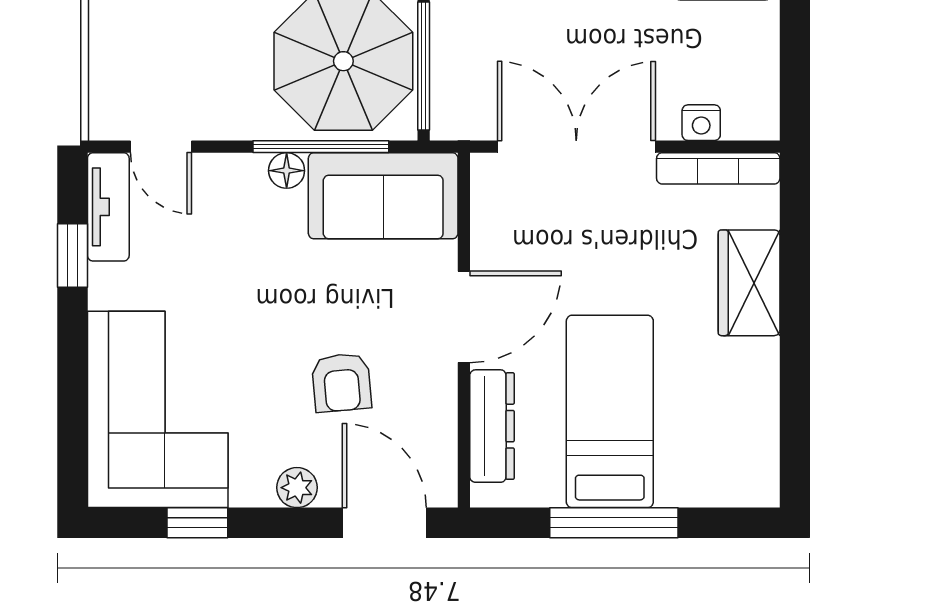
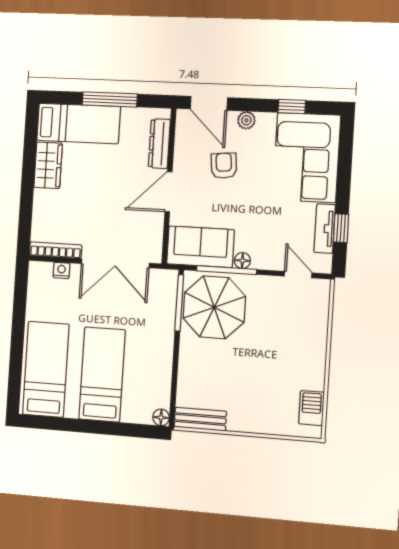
tv unit: (108, 207) -> (325, 229), moved
wardrobe: (749, 283) -> (48, 165), moved
bed: (610, 411) -> (79, 123), moved, turned -90

